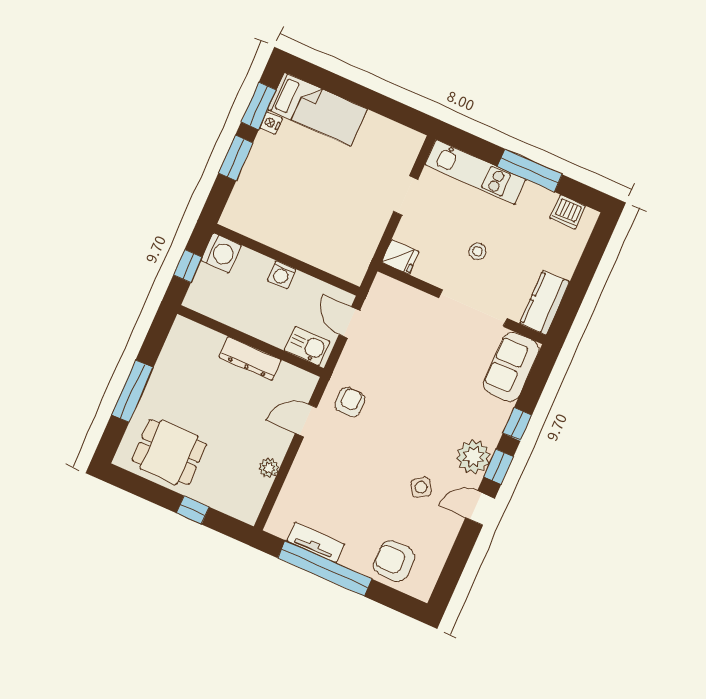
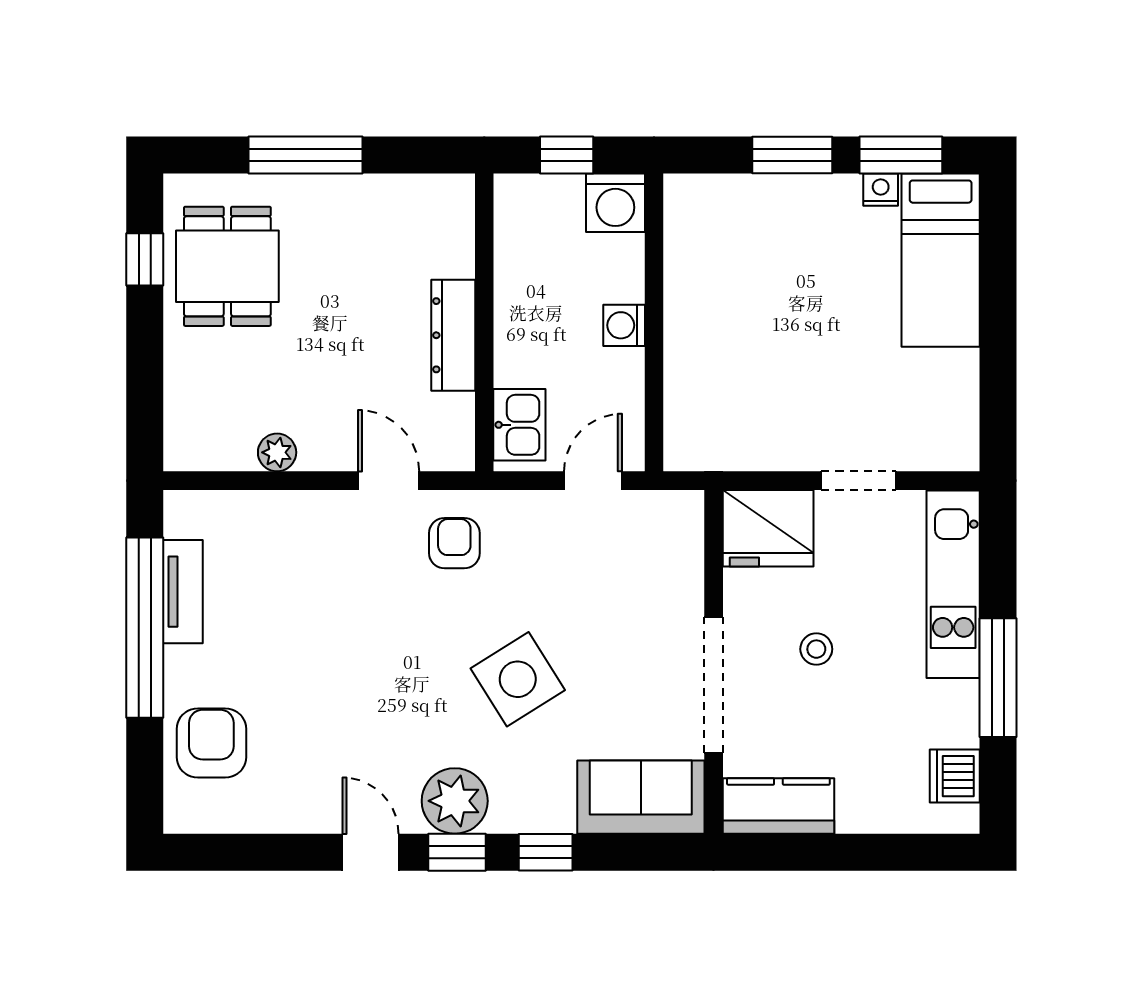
fridge: (400, 257) -> (768, 528), width x1.88, depth x1.34
armchair: (350, 402) -> (454, 543), turned -90
side table: (421, 487) -> (518, 679), moved, width x1.87, depth x1.87
window: (193, 510) -> (145, 259), moved

